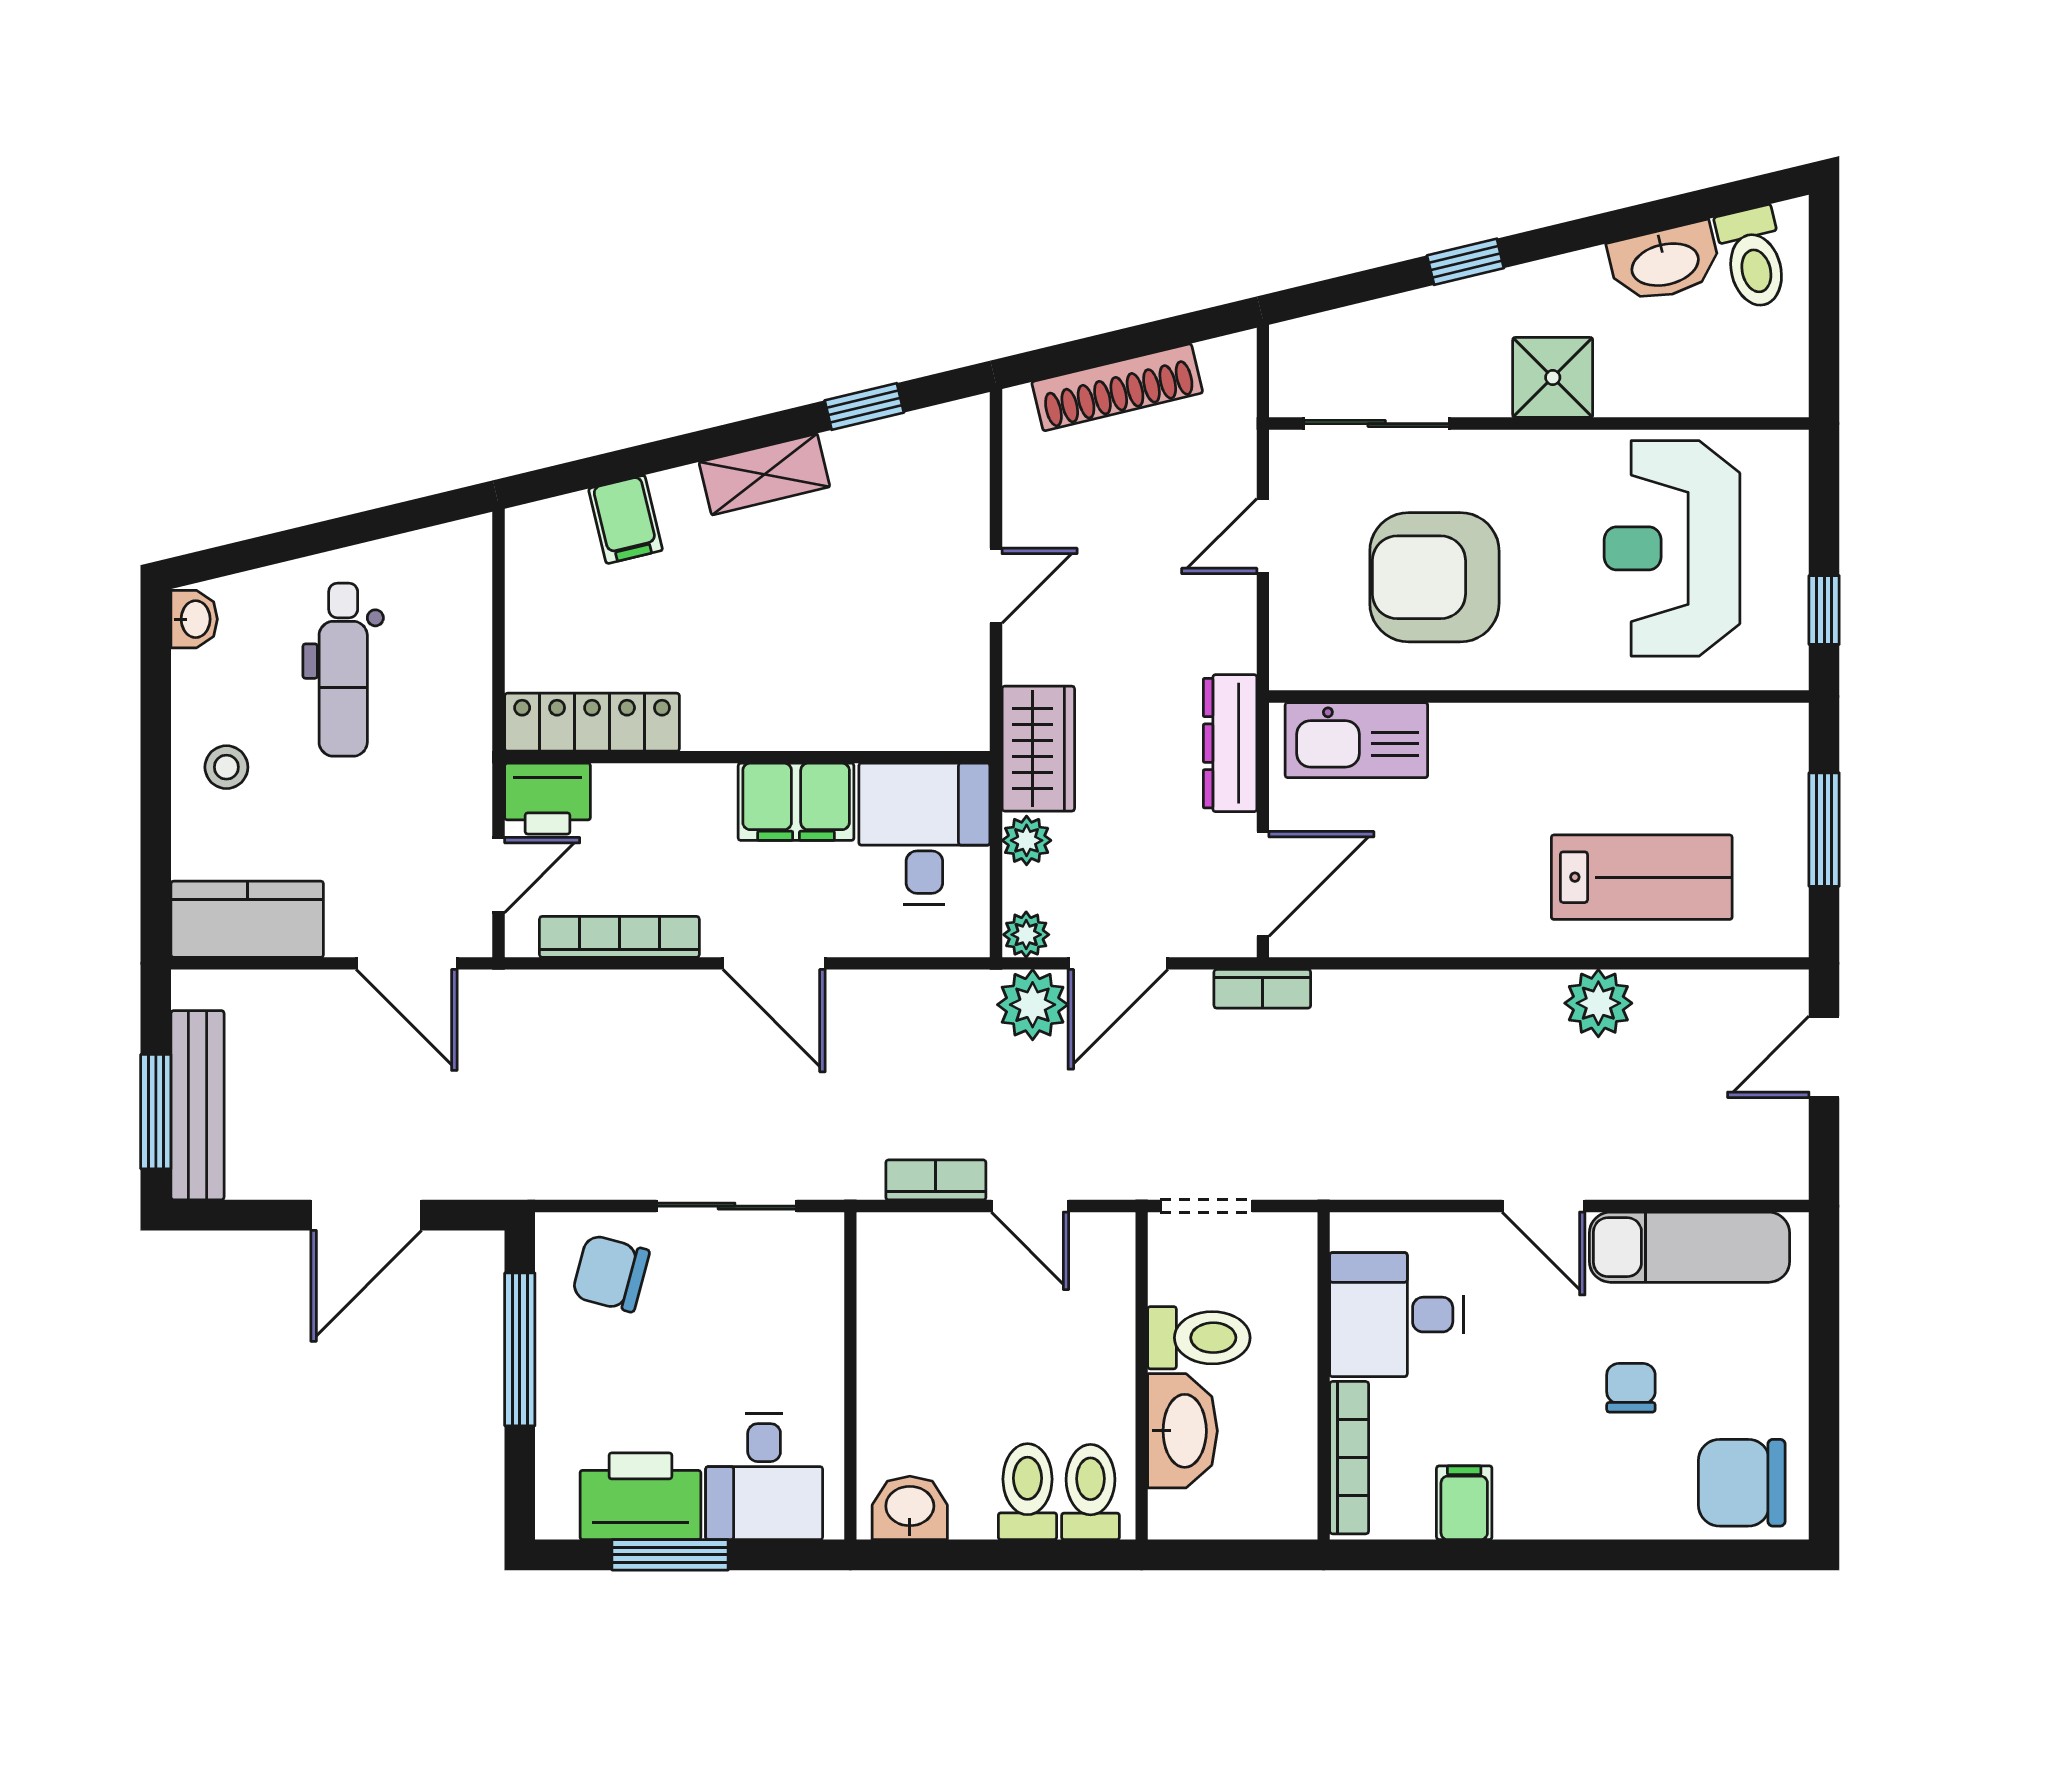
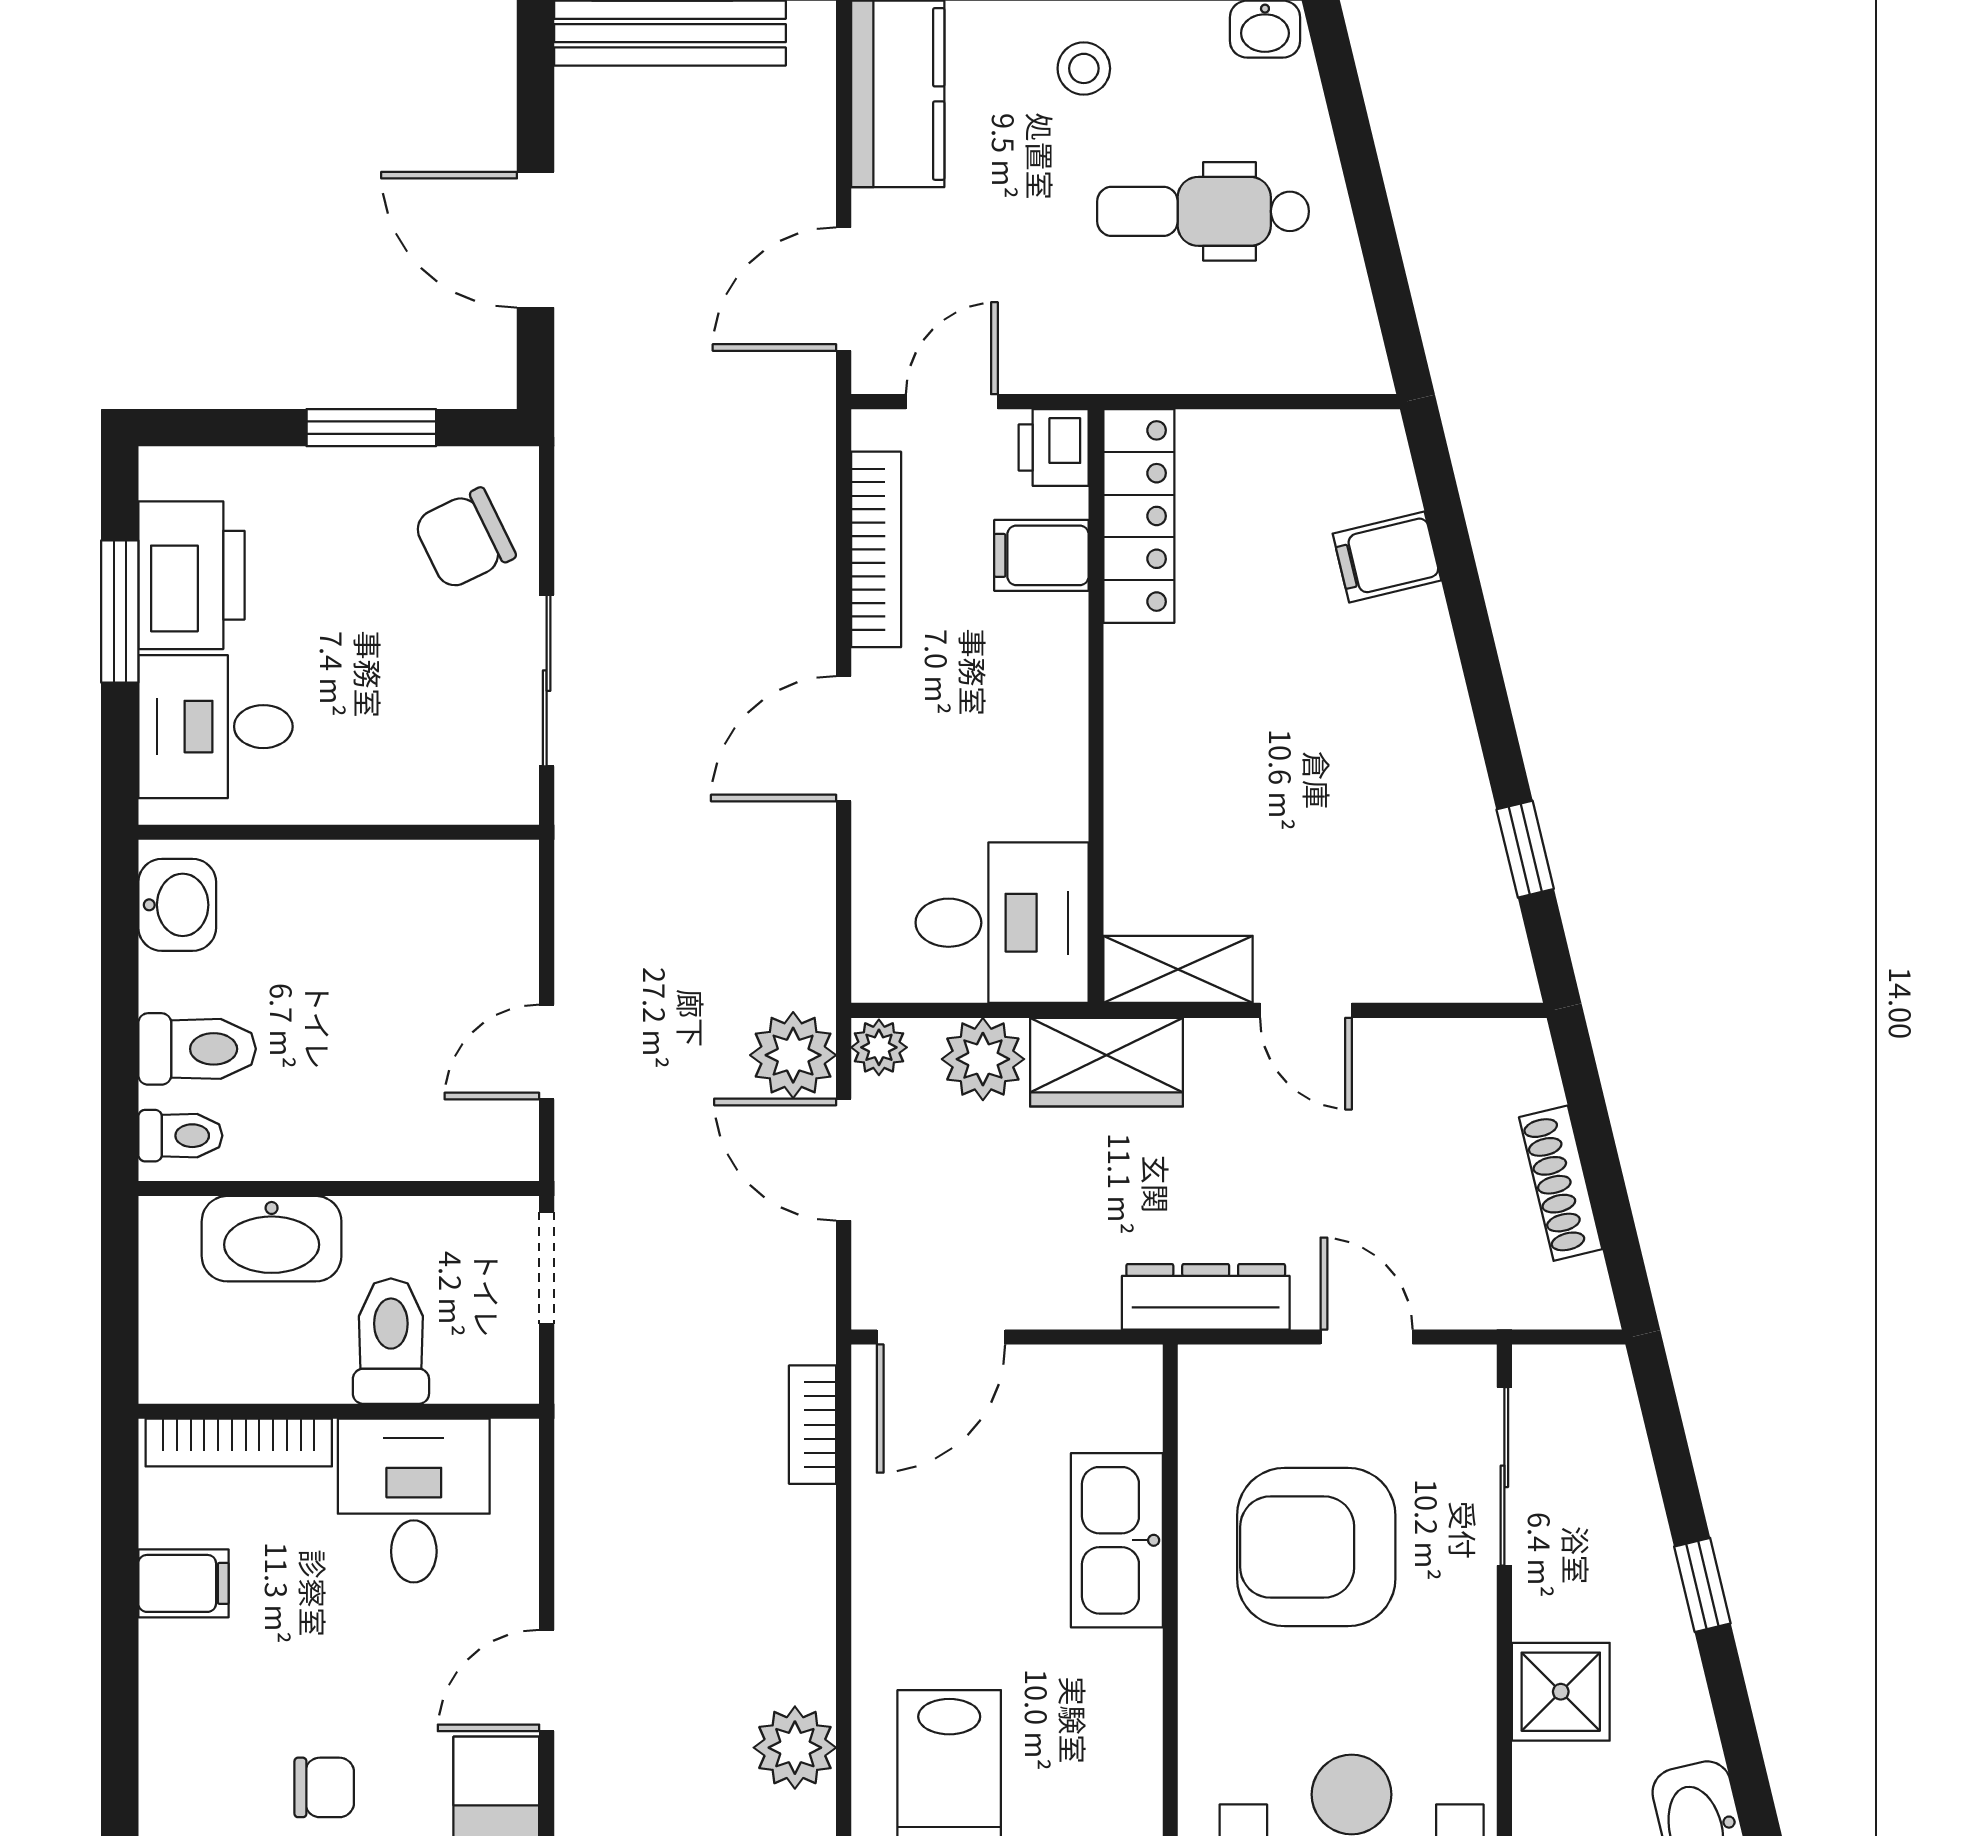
shoe rack: (1117, 387) -> (1561, 1183), width x0.74, depth x0.81
shelving: (764, 474) -> (1178, 969), moved, turned -76
armchair: (1434, 577) -> (1316, 1547), turned -90
kitchen sink: (1356, 740) -> (1117, 1540), moved
dresser: (1230, 743) -> (1206, 1297), moved
printer: (548, 799) -> (1054, 447), width x0.73, depth x0.81
filing cabinet: (796, 802) -> (1041, 555), moved, width x0.50
plant: (1027, 840) -> (983, 1059), width x1.38, depth x1.38
door: (499, 875) -> (952, 402), swing flipped
door: (1263, 884) -> (941, 1337), hinge flipped
bookcase: (1262, 989) -> (813, 1425), moved
bookcase: (936, 1180) -> (579, 937), removed
chair: (611, 1273) -> (464, 539), turned -131
toilet: (1199, 1338) -> (391, 1341), moved, turned 180
window: (520, 1349) -> (371, 428), width x0.69
toilet: (1091, 1492) -> (180, 1136), width x0.73, depth x0.72

